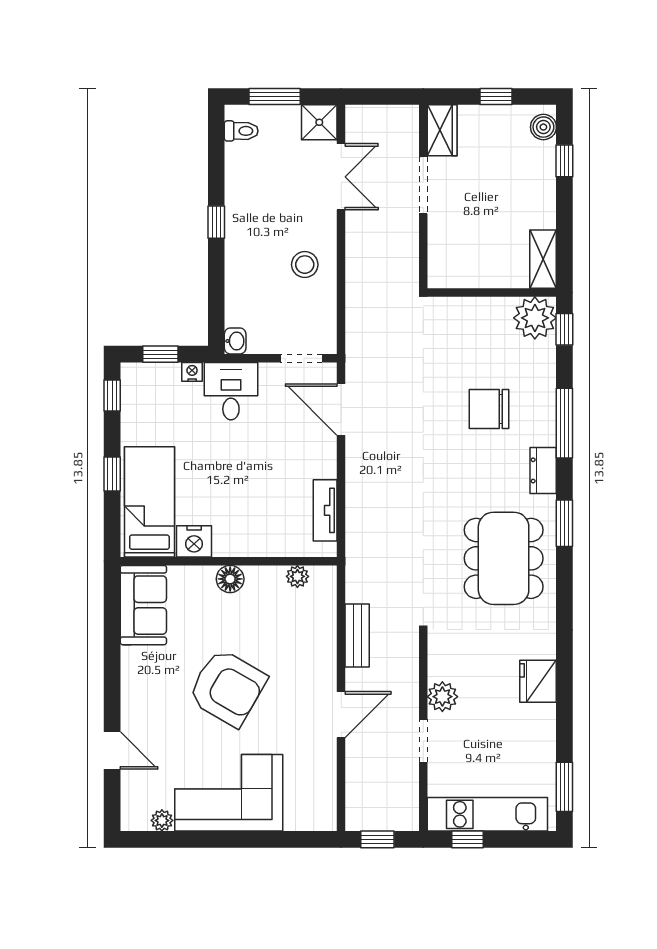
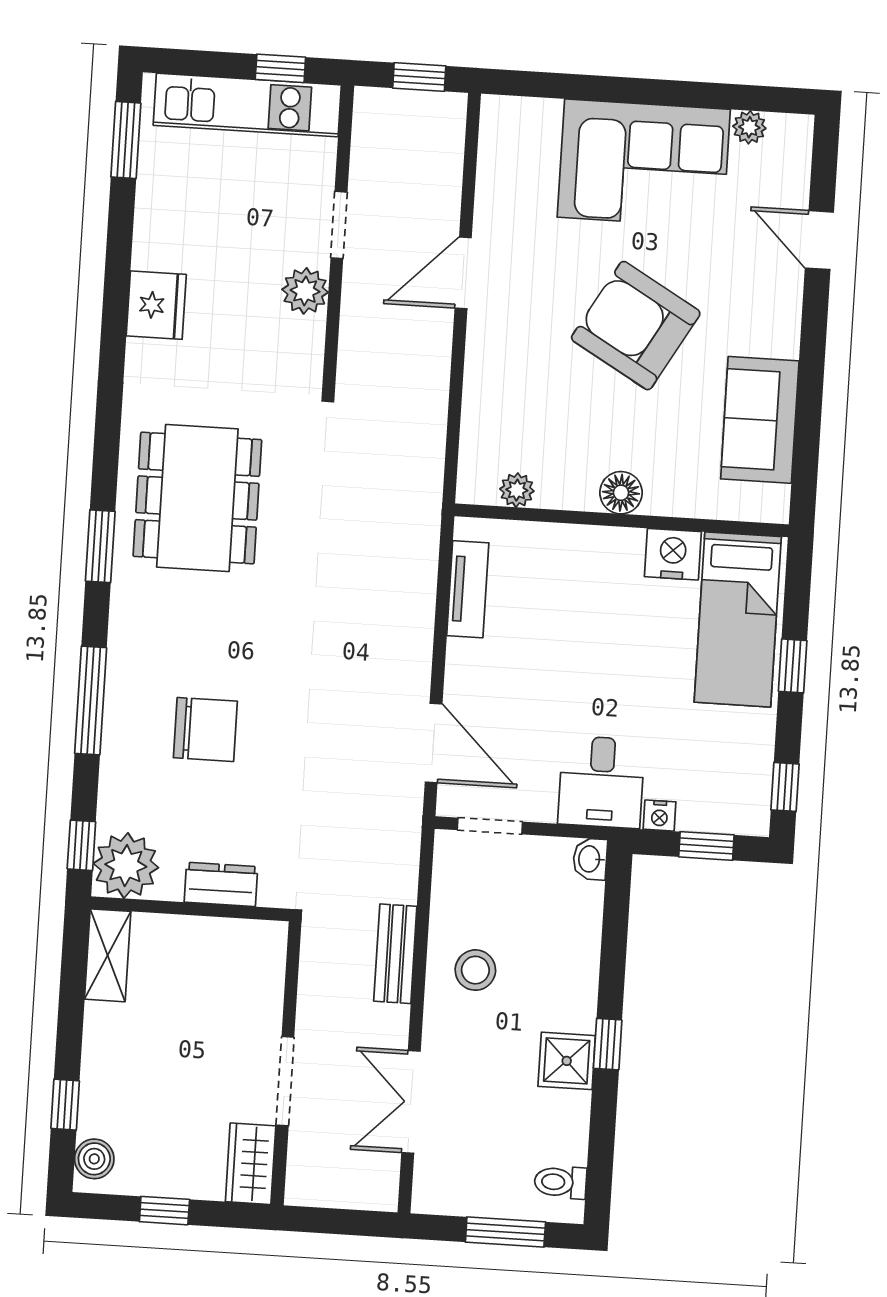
shower: (319, 122) -> (567, 1061), moved
dresser: (543, 470) -> (221, 884), moved, turned -90
sofa: (143, 605) -> (760, 420), moved
bench: (357, 635) -> (395, 954), moved

